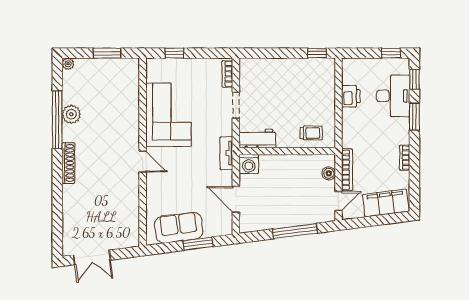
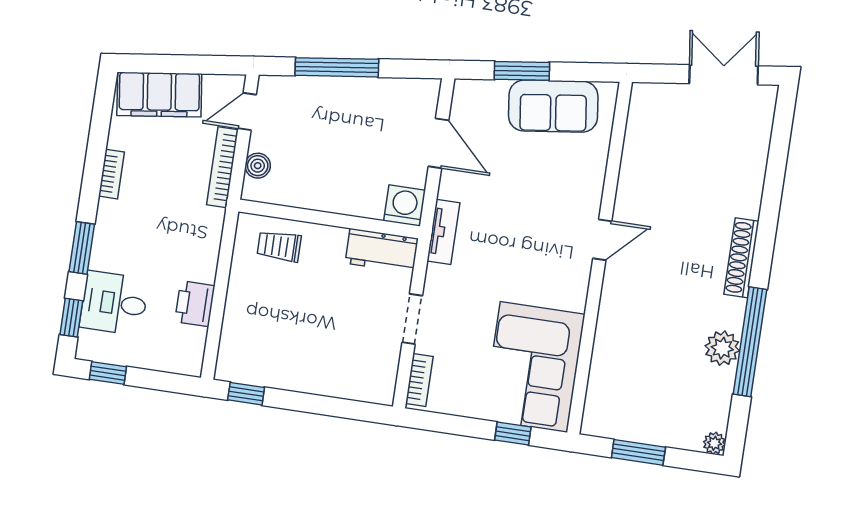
desk: (393, 96) -> (114, 303), width x0.73
corner sofa: (168, 115) -> (534, 367), moved
door: (143, 162) -> (602, 240), swing flipped

